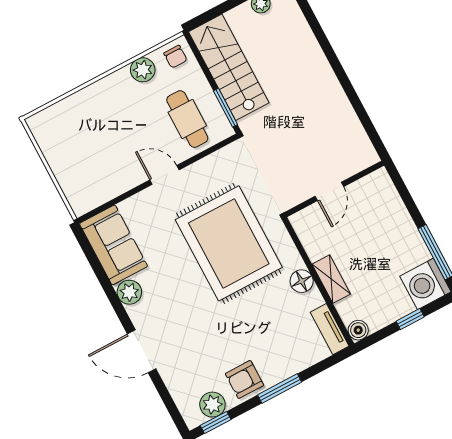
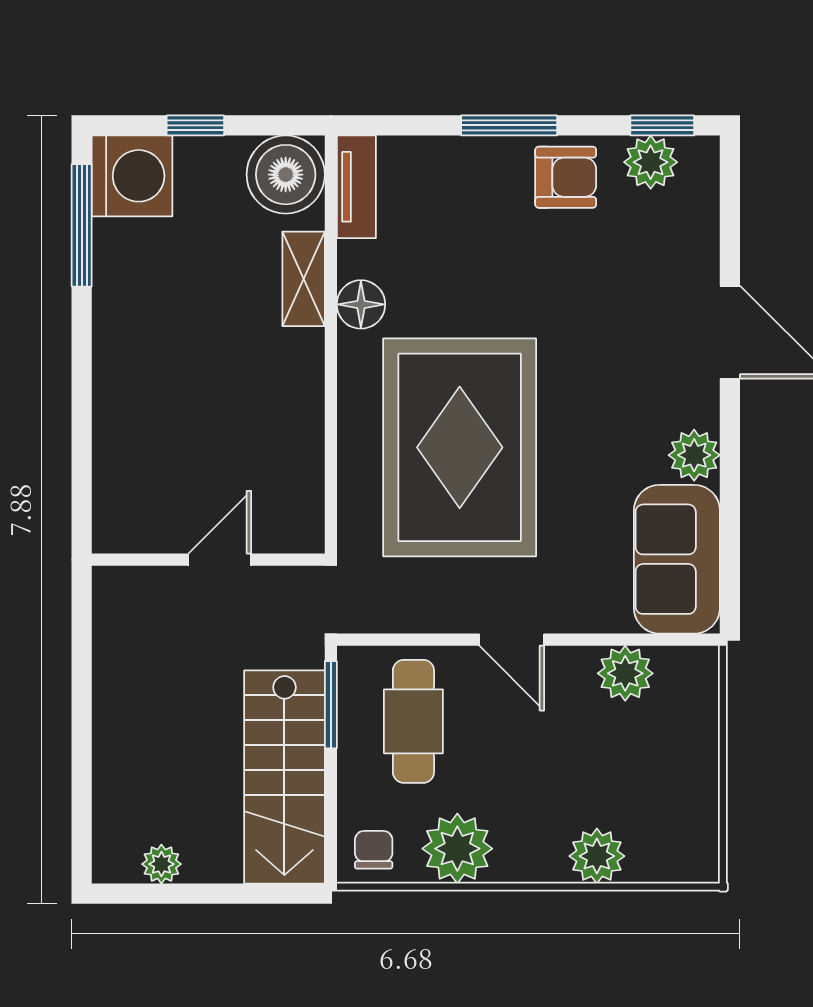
plant: (143, 70) -> (457, 849), width x1.36, depth x1.36
plant: (81, 104) -> (597, 856), added
plant: (110, 186) -> (625, 673), added
wall: (334, 189) -> (208, 560), moved
door: (329, 191) -> (220, 560), moved
boiler: (358, 330) -> (286, 175), width x1.86, depth x1.86

